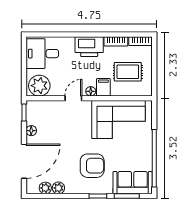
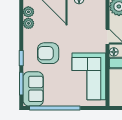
armchair: (92, 166) -> (48, 53), turned 90

